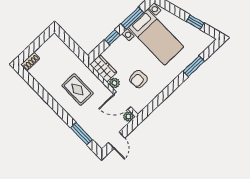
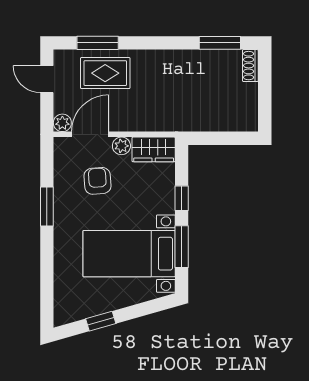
window: (194, 66) -> (47, 206), moved
window: (33, 83) -> (220, 43), added
rug: (77, 90) -> (105, 73), moved

